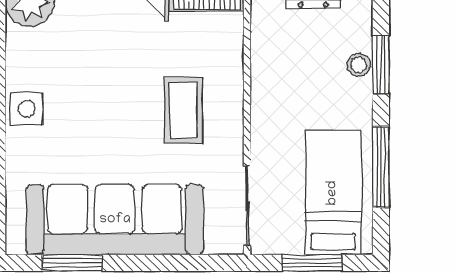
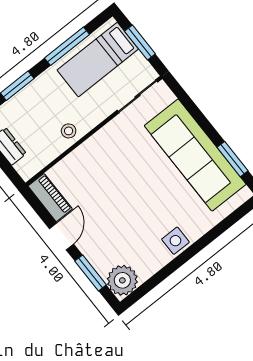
stool: (359, 65) -> (69, 131), moved
coffee table: (183, 110) -> (116, 164), removed

